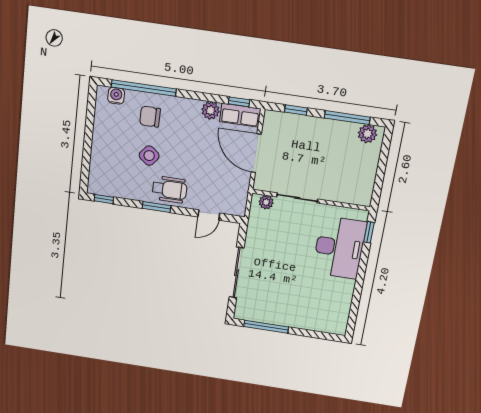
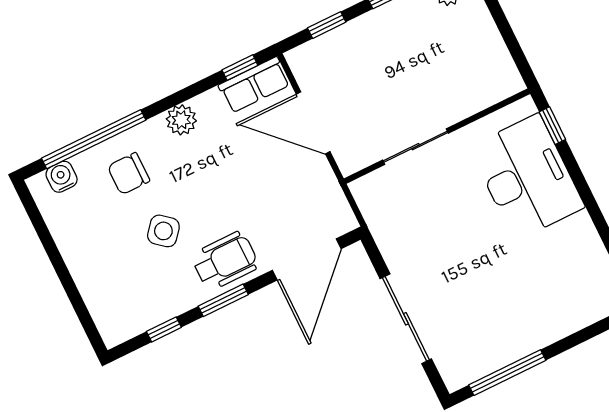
plant: (211, 110) -> (181, 120), moved
window: (104, 199) -> (164, 329), moved
plant: (266, 202) -> (376, 183), removed
door: (209, 215) -> (307, 259), width x1.88

